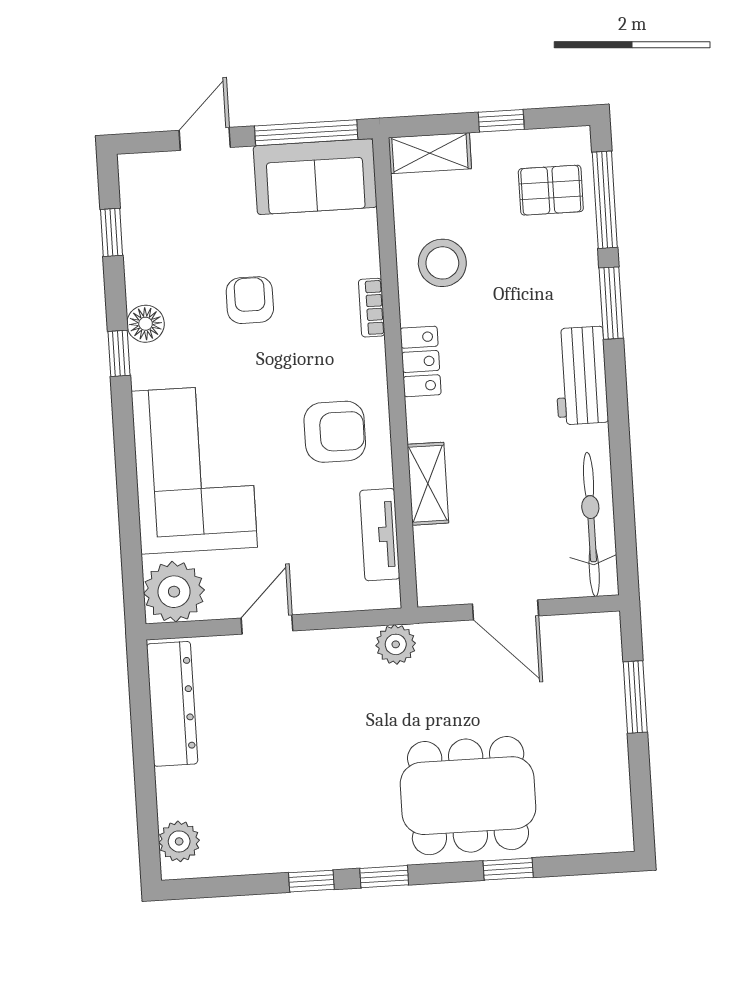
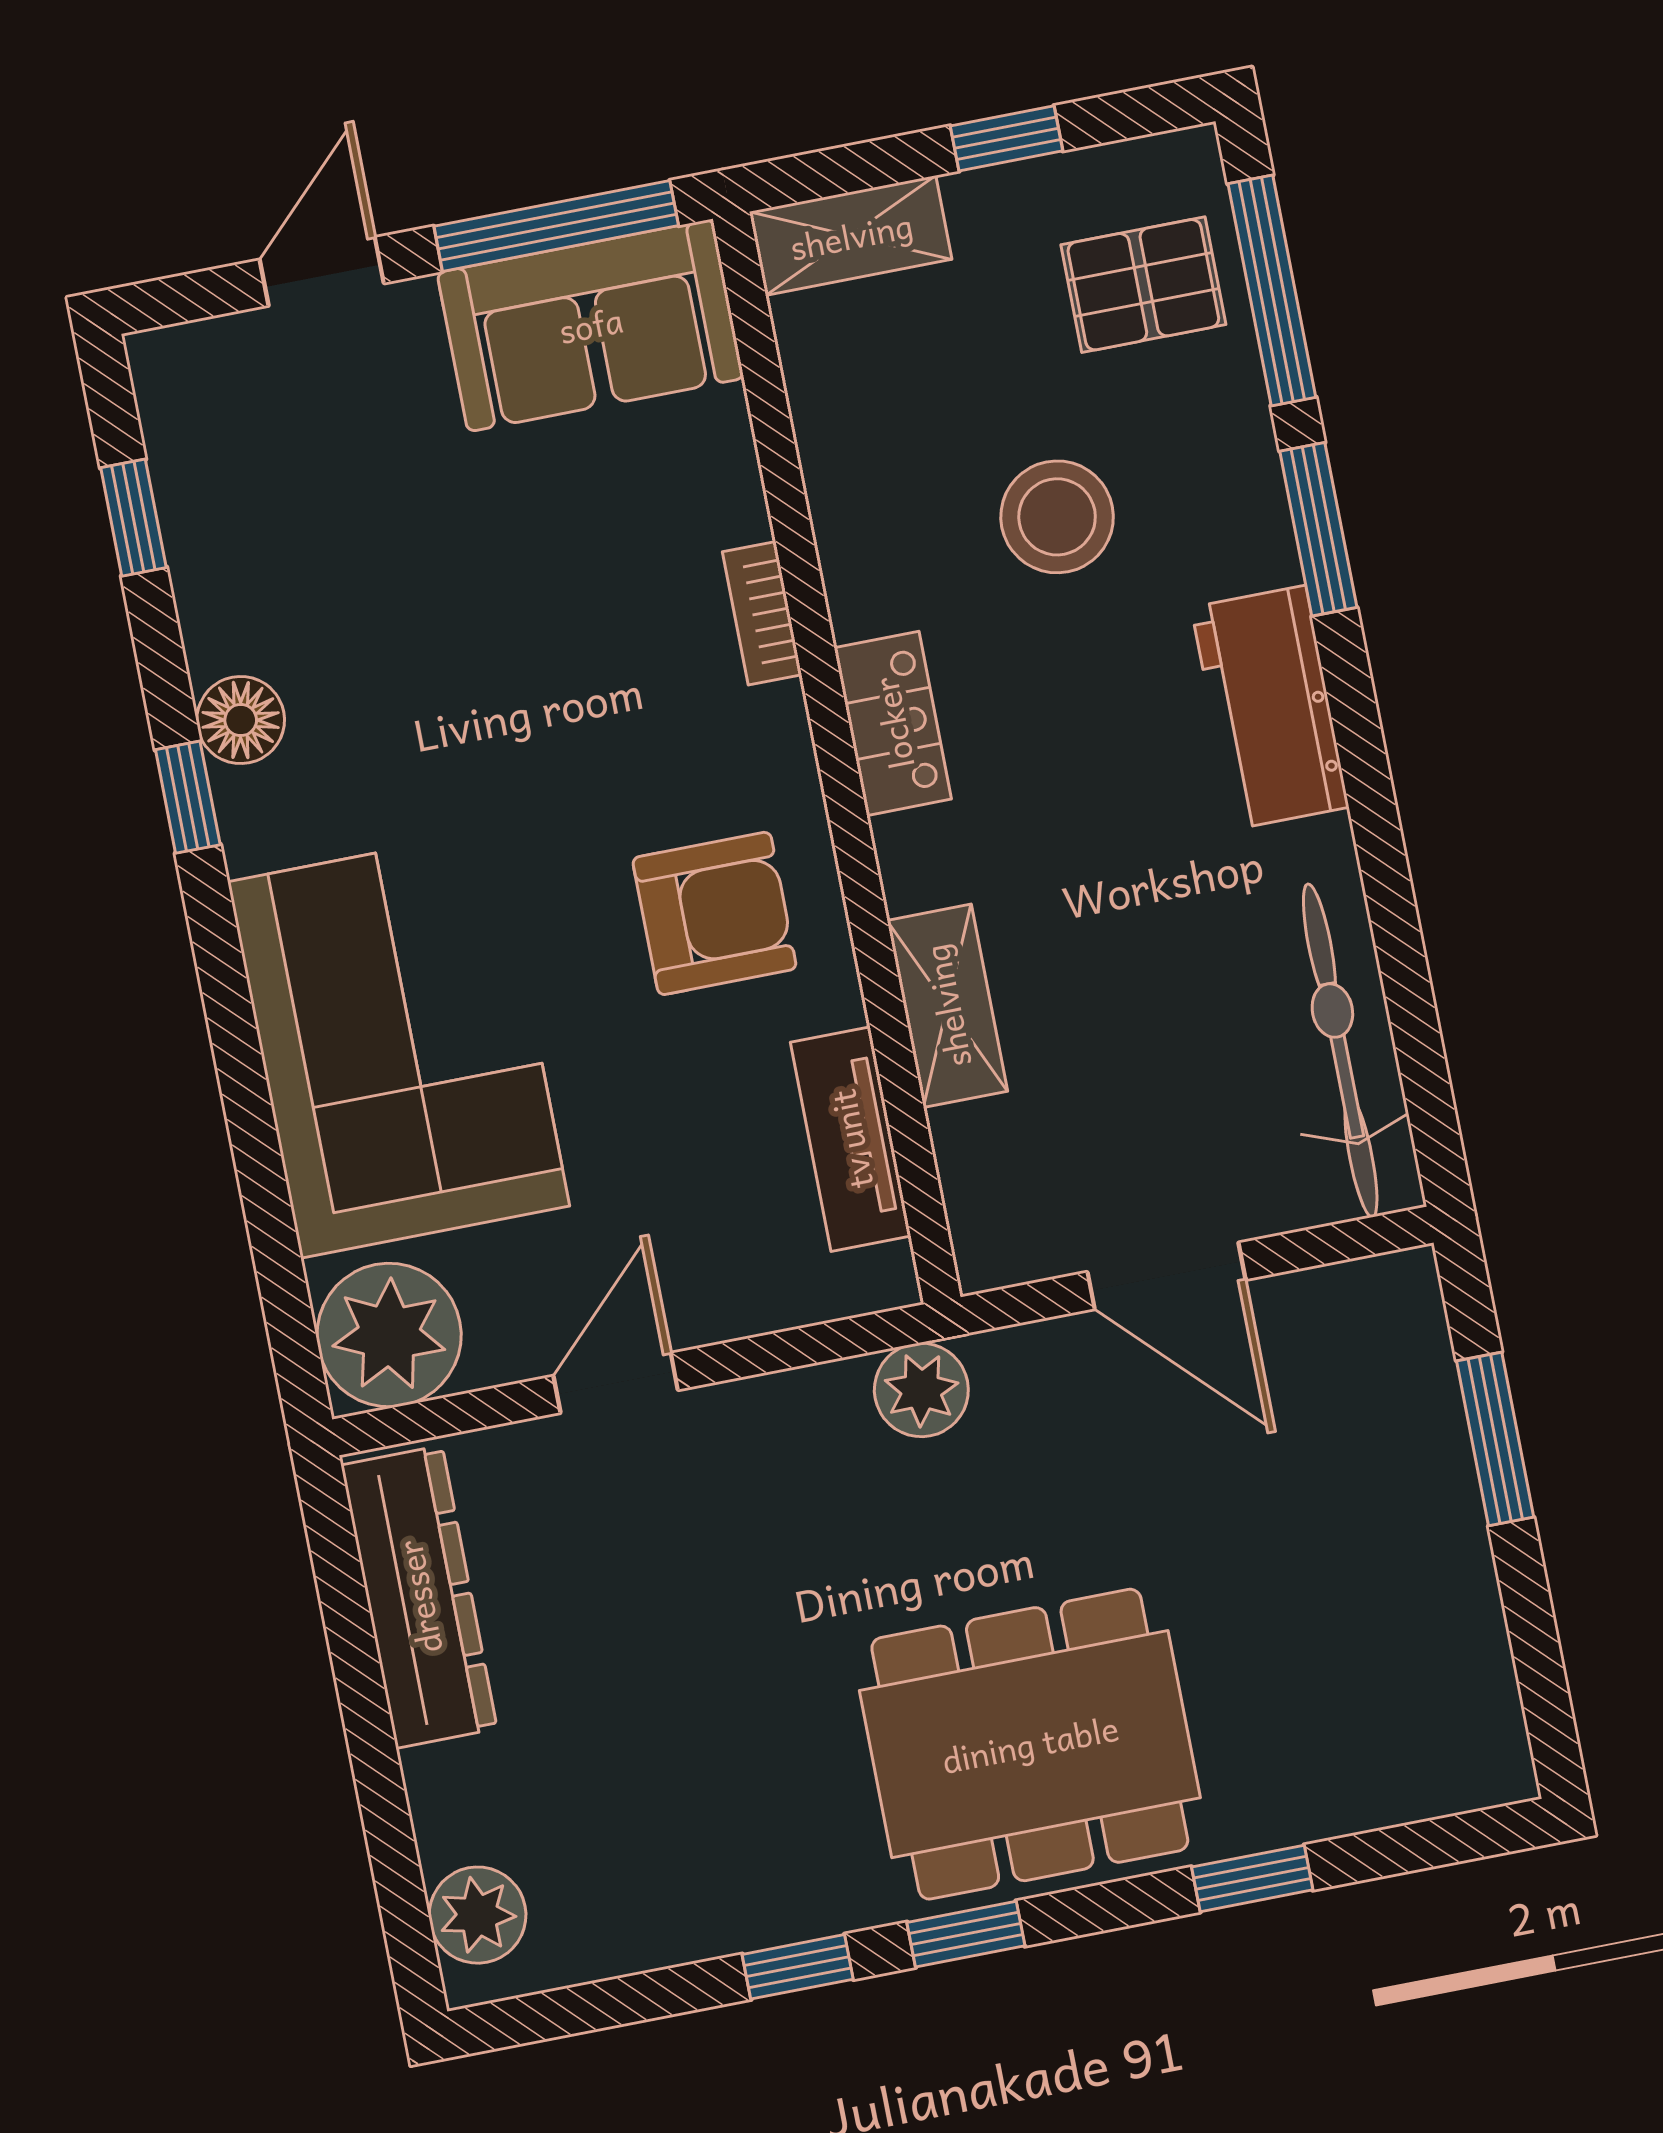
stool: (442, 263) -> (1057, 517), moved
armchair: (250, 300) -> (476, 633), removed
dining table: (468, 796) -> (1030, 1744), moved

